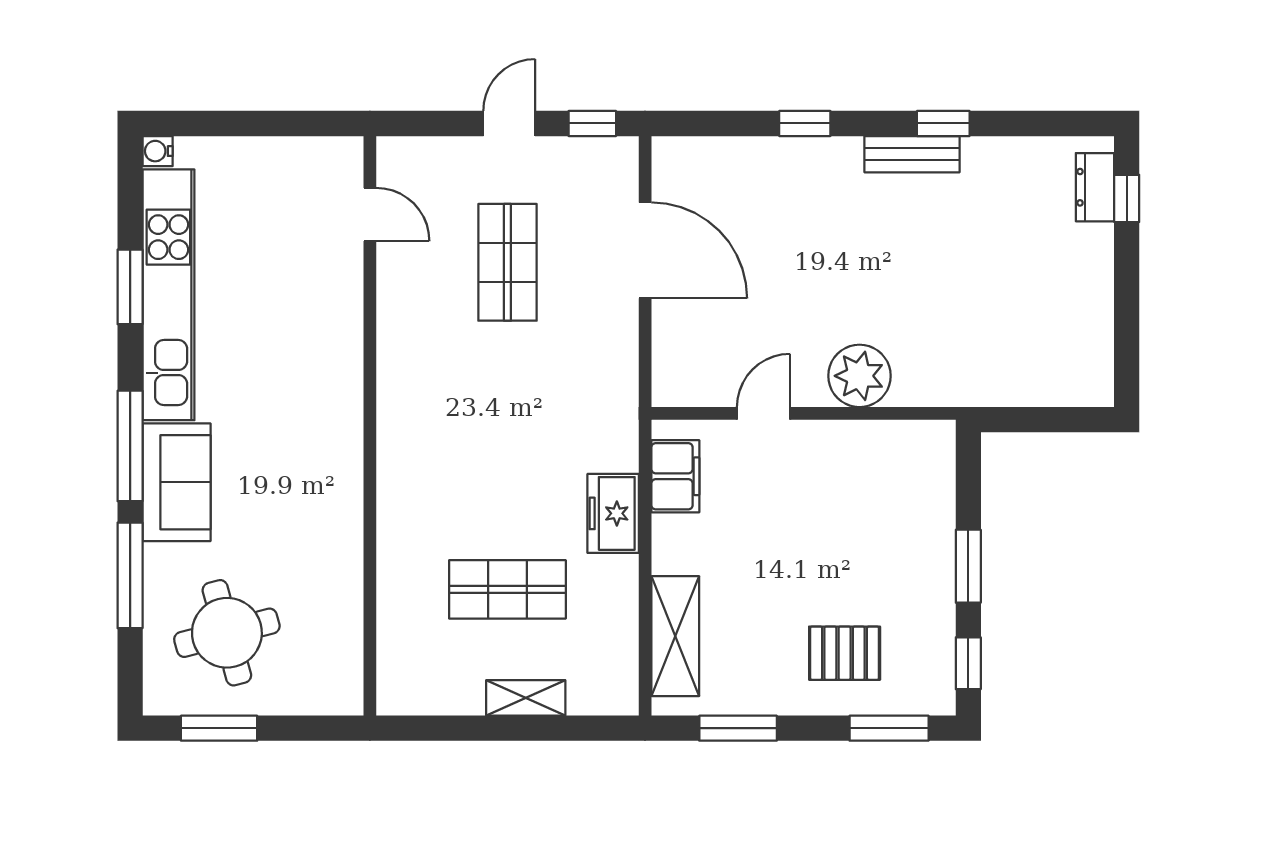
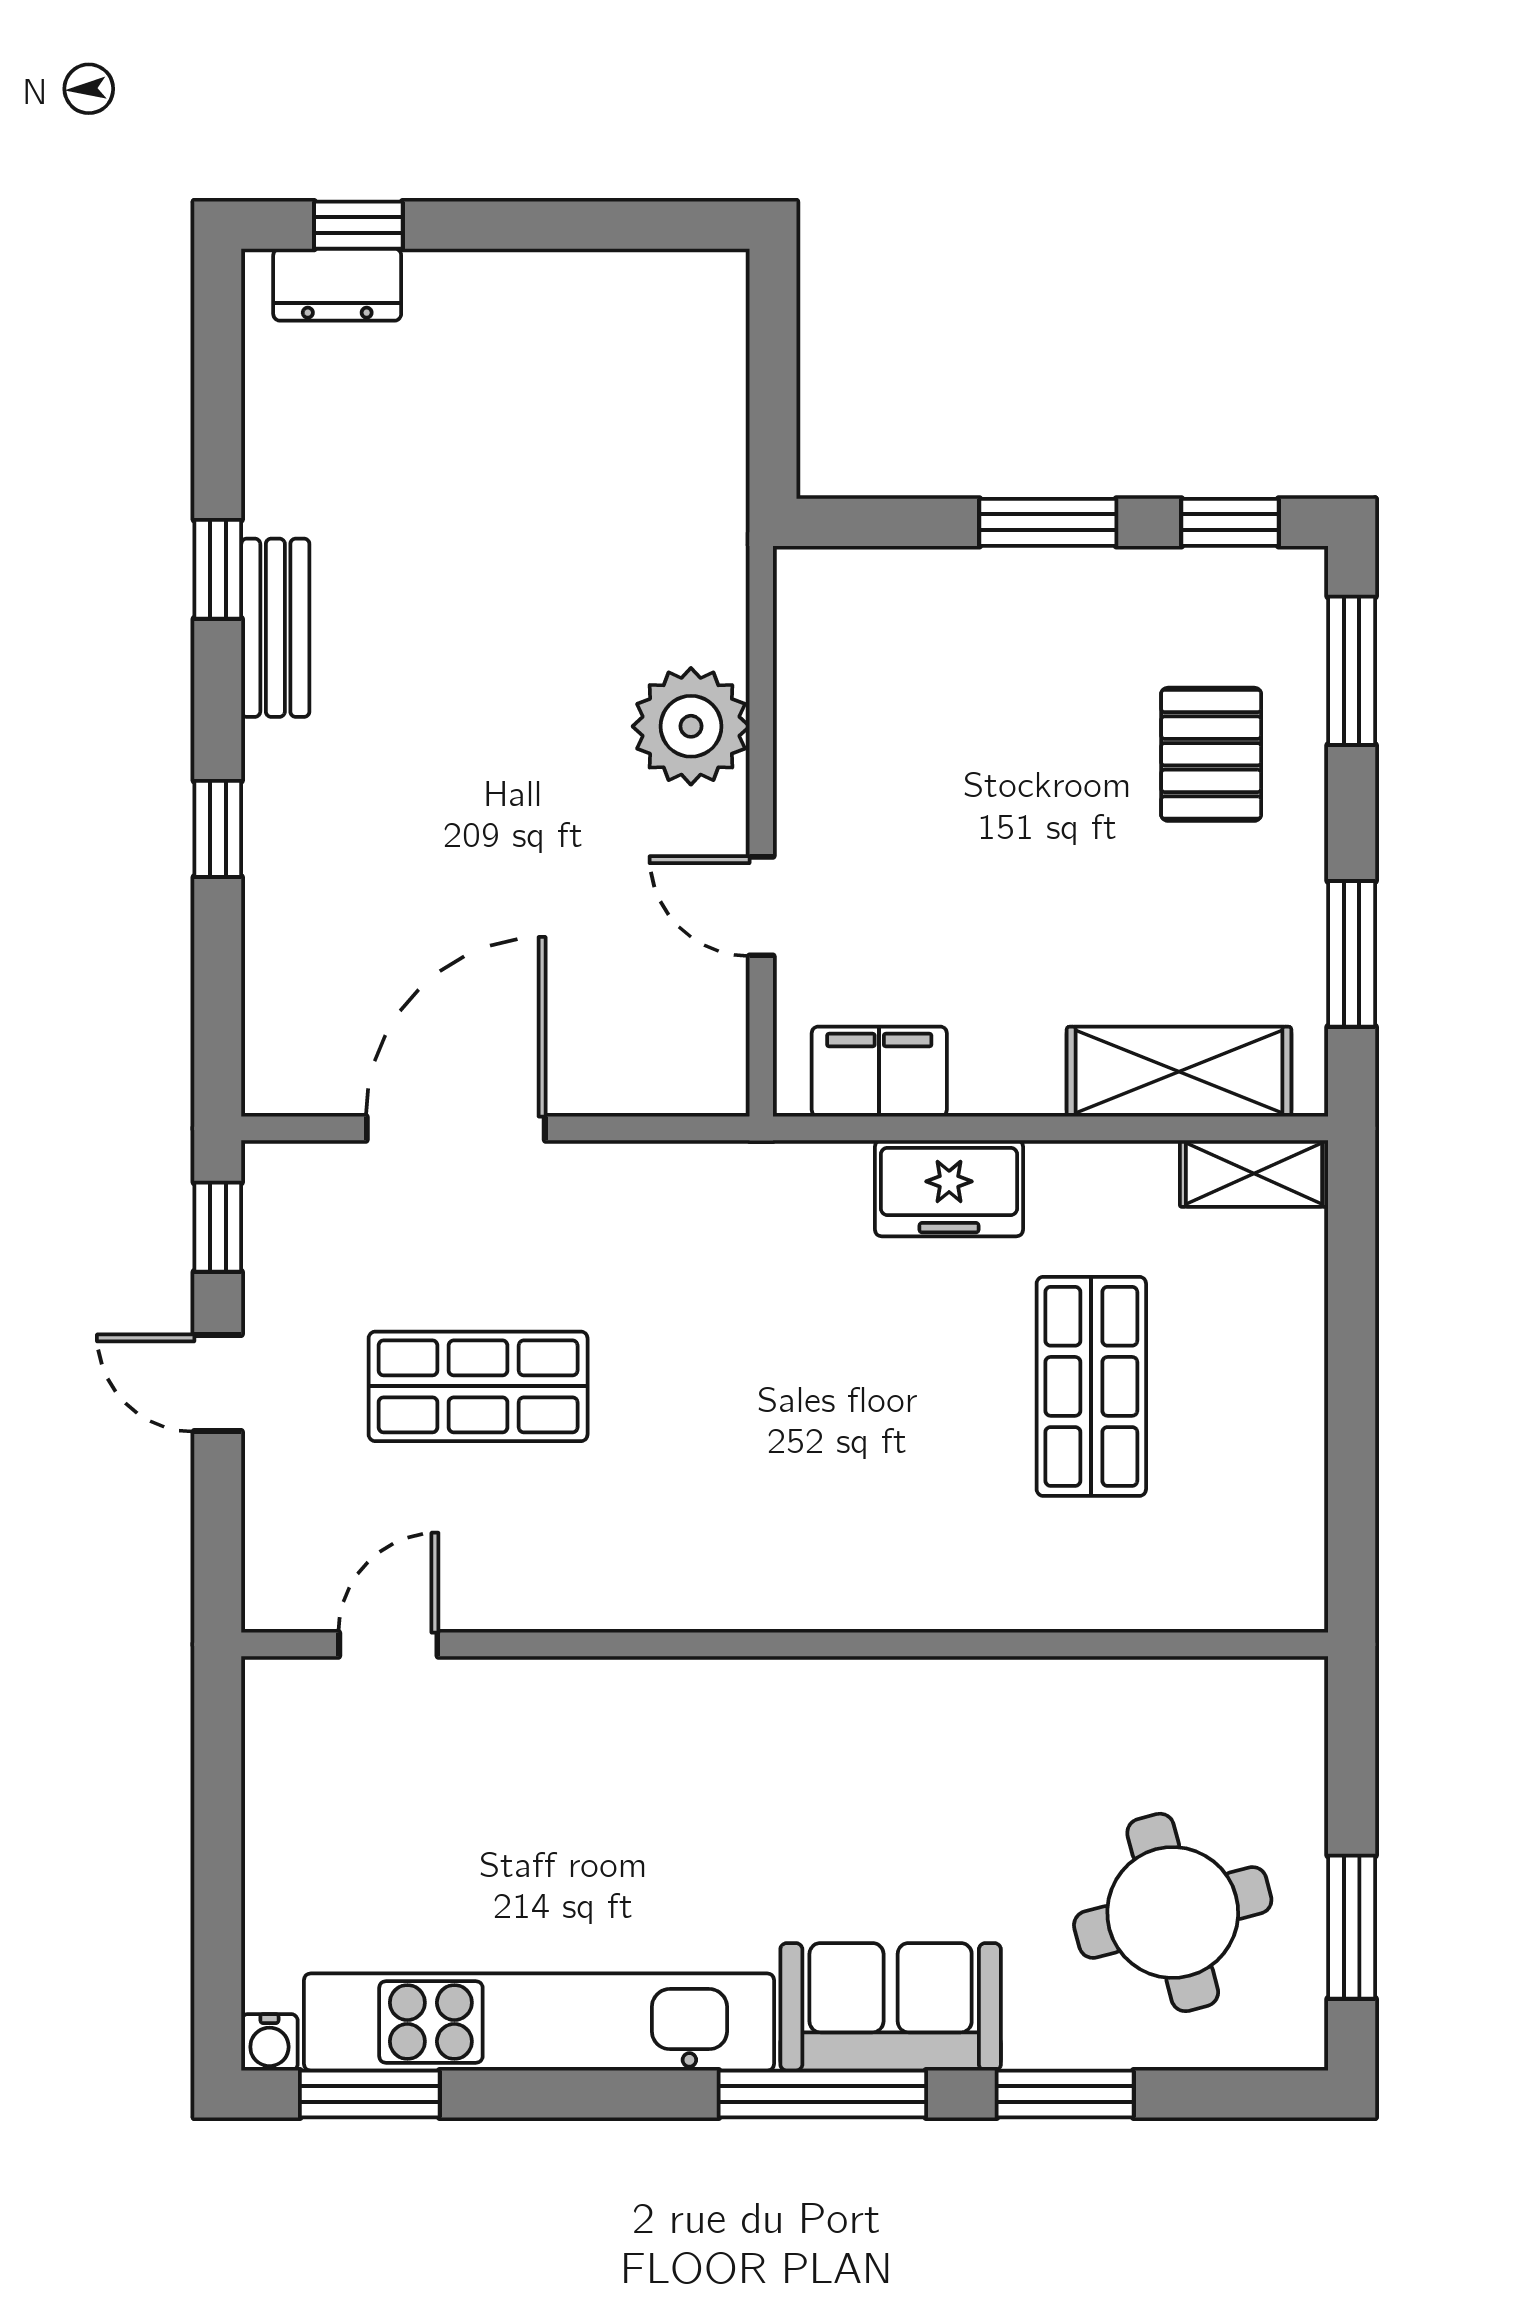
window: (130, 287) -> (370, 2094), moved
window: (130, 575) -> (1065, 2094), width x0.69
shelving: (526, 698) -> (1254, 1173), moved, turned 90

